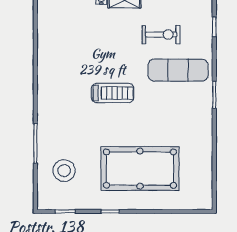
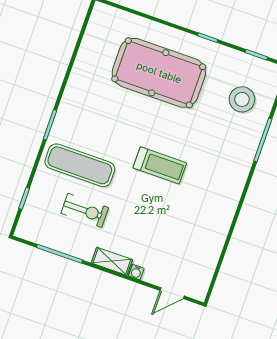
exercise bike: (161, 35) -> (85, 210), turned 180
treadmill: (113, 93) -> (160, 165), turned 180

